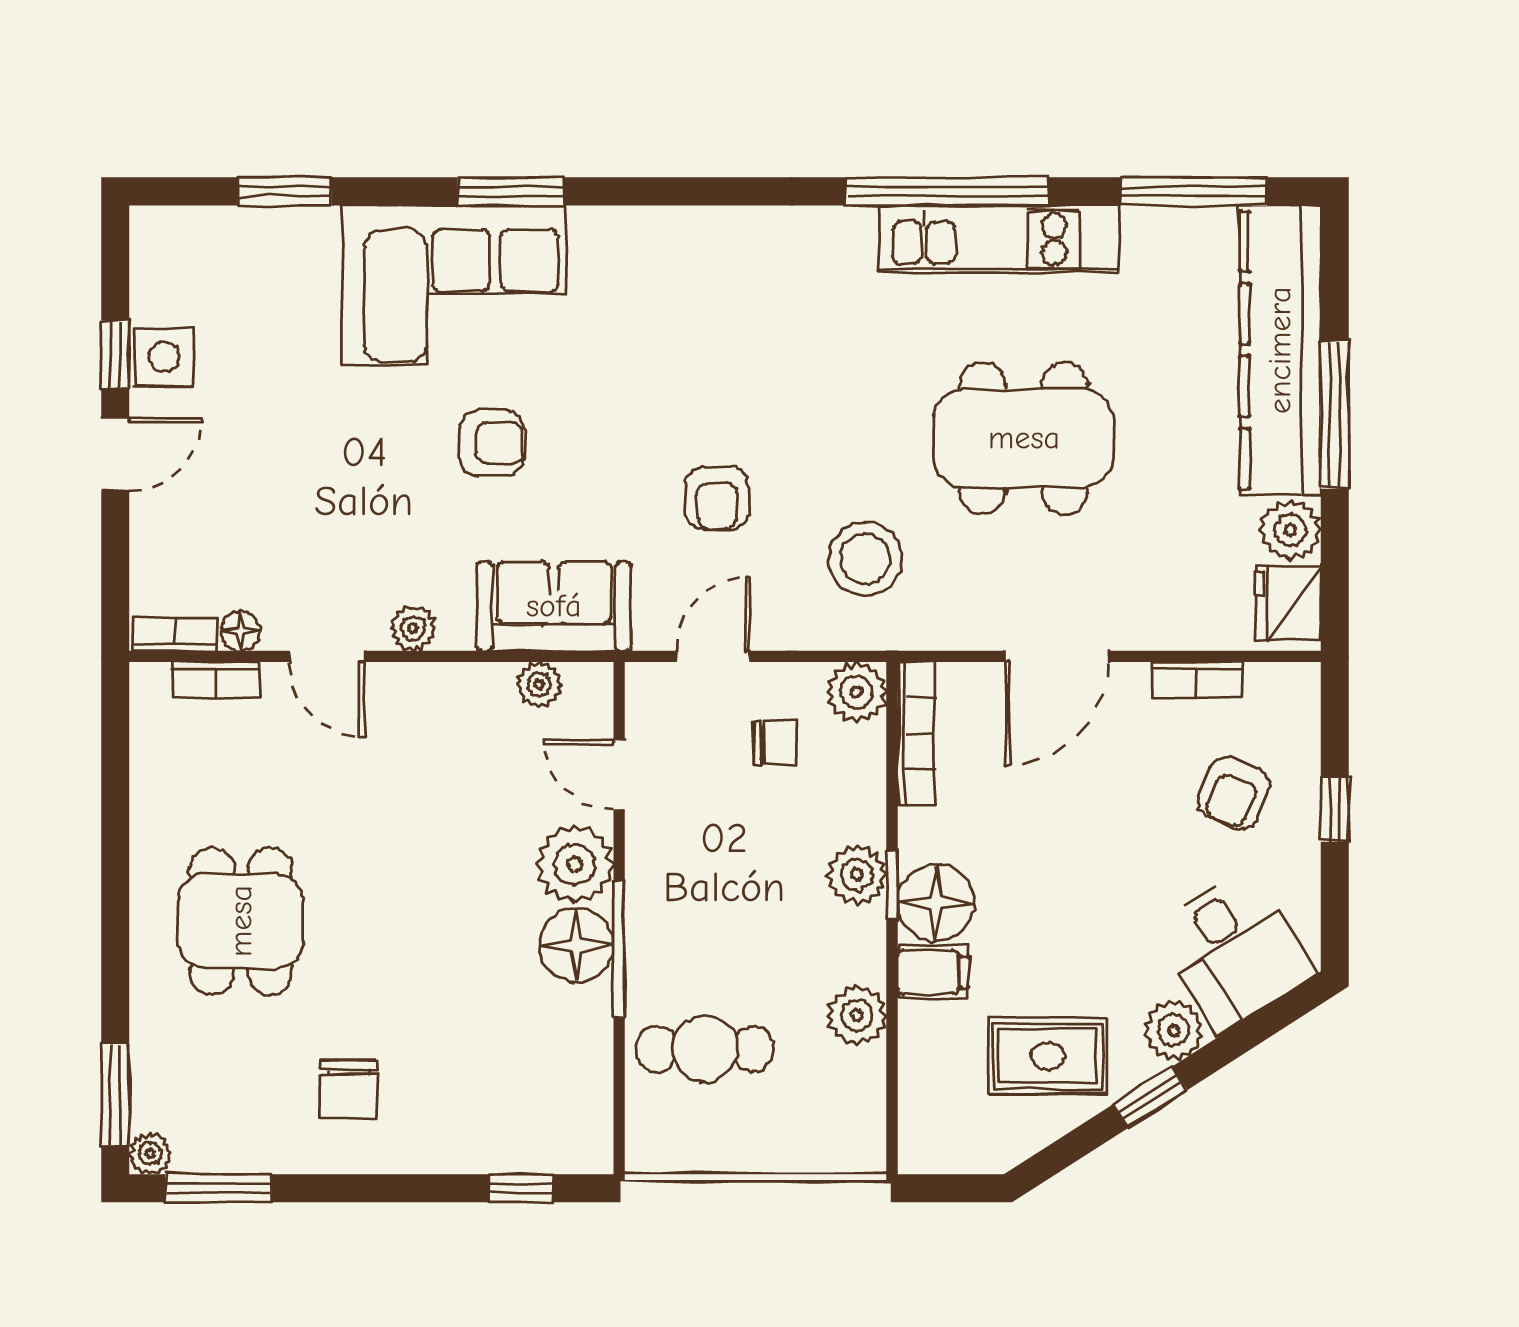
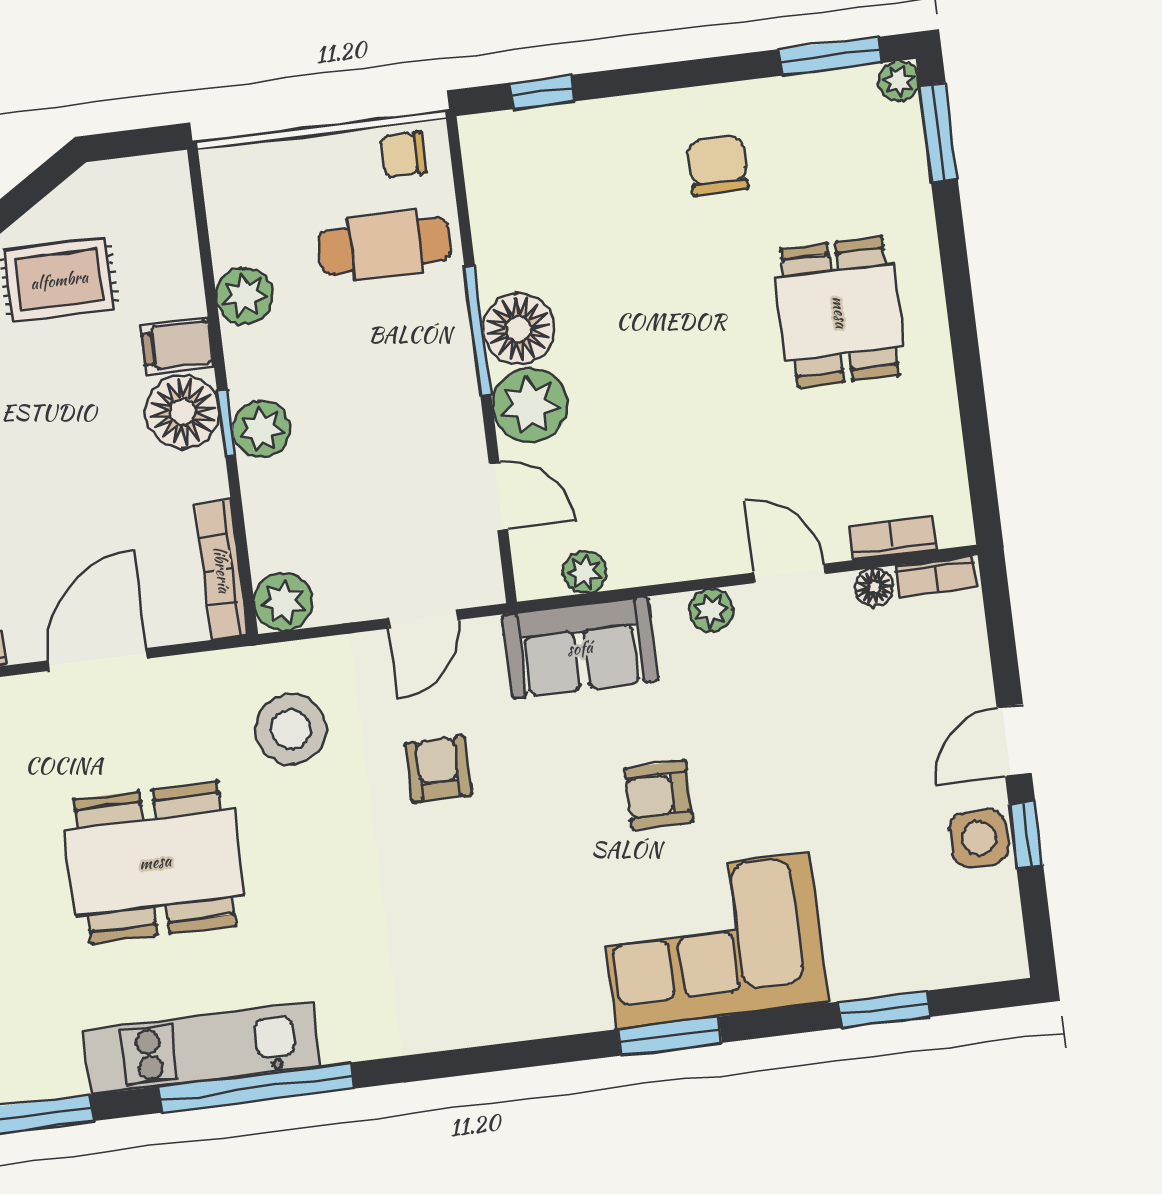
chair: (775, 743) -> (403, 155), moved

